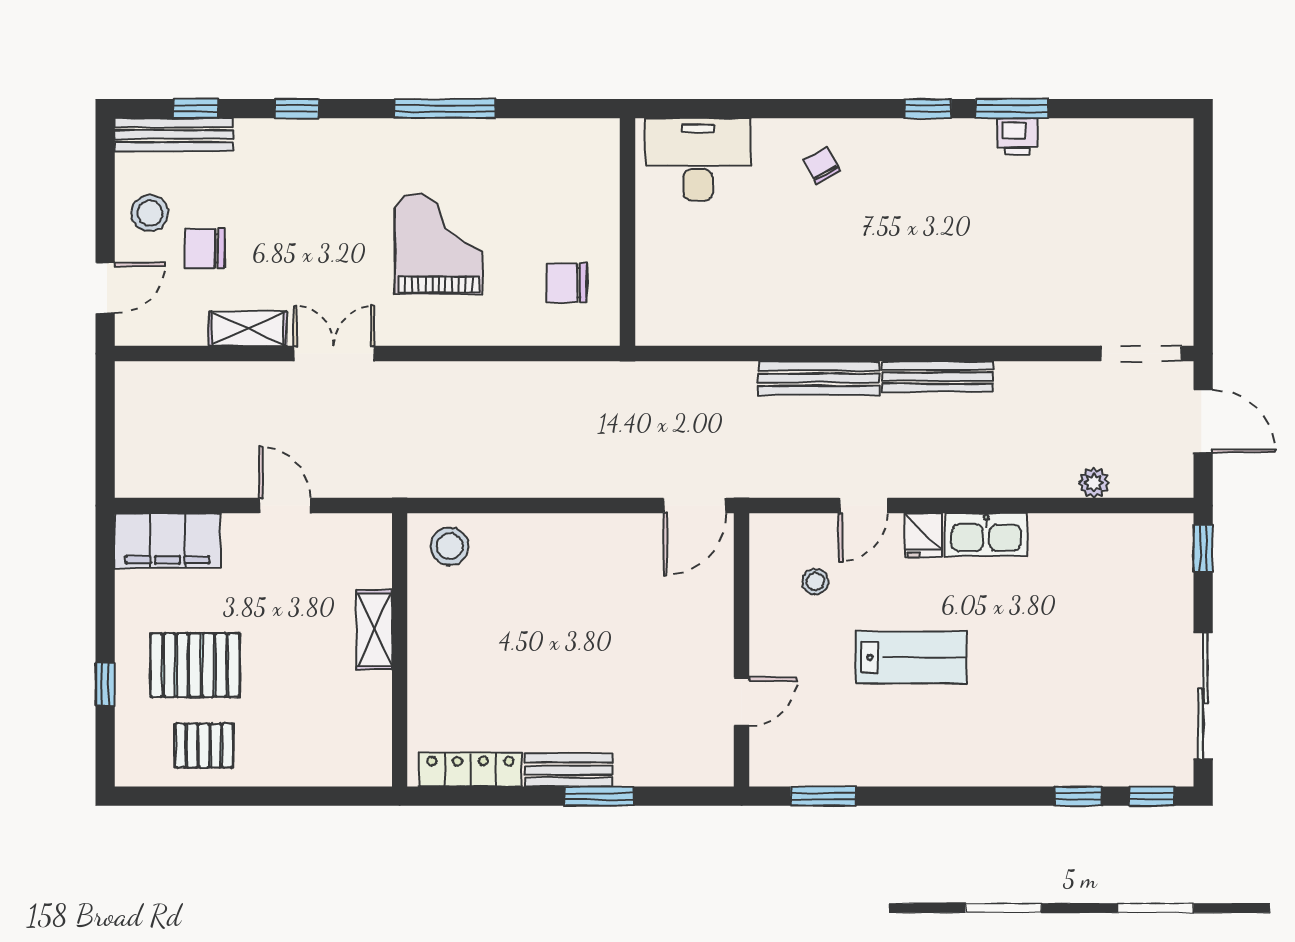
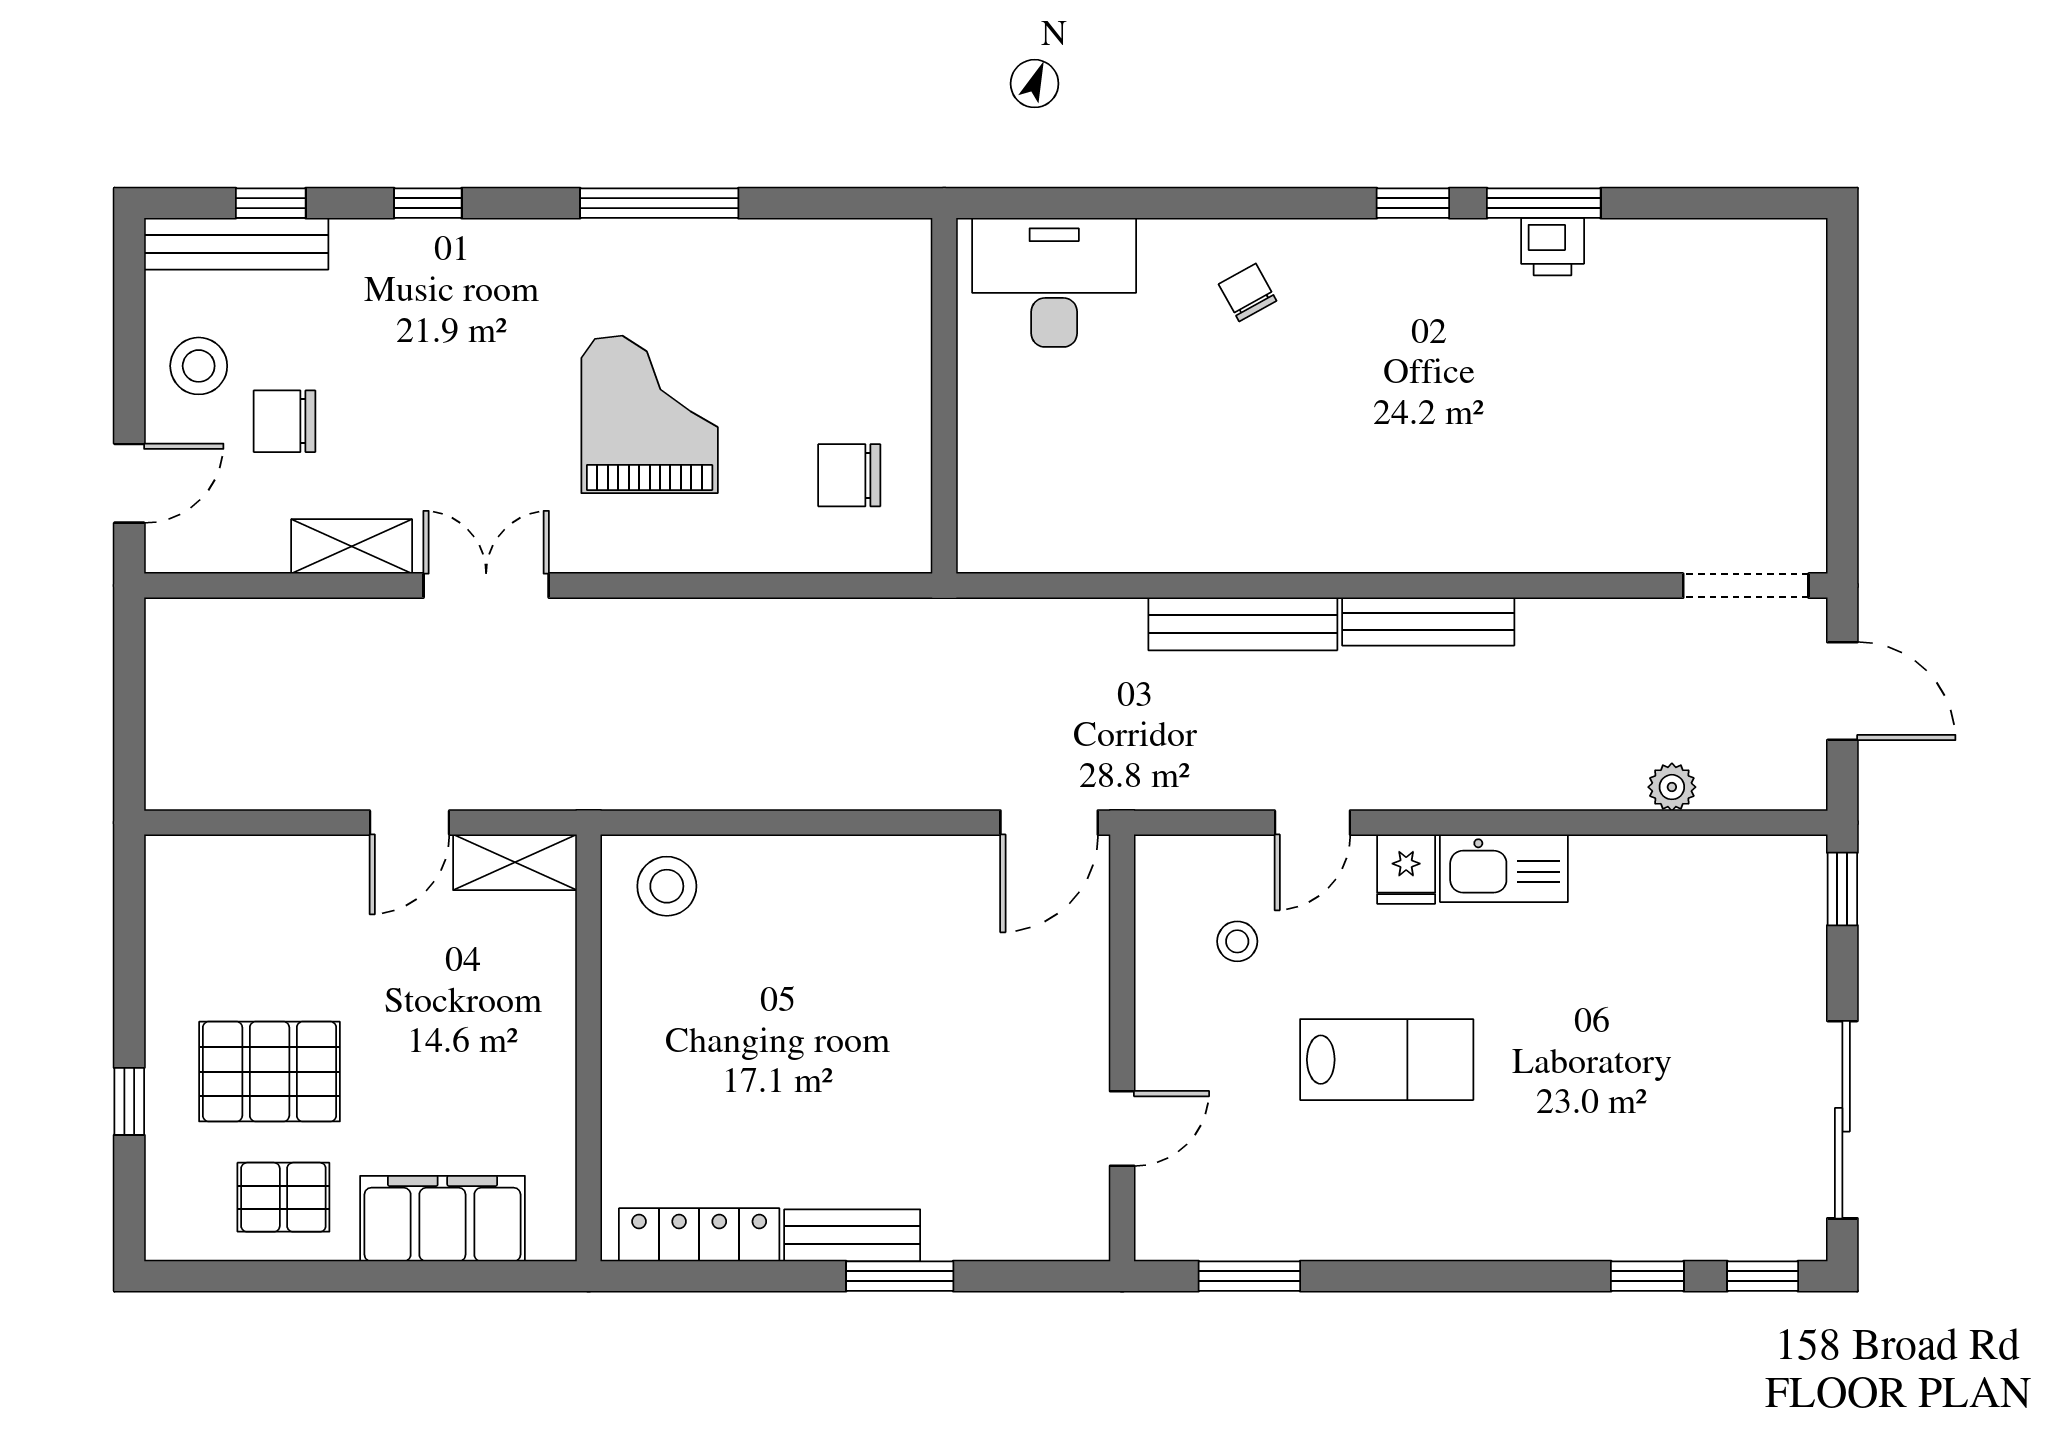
door: (285, 506) -> (410, 823), swing flipped
filing cabinet: (168, 541) -> (442, 1219), moved, turned 180
shelving: (374, 630) -> (515, 862), moved, turned 90

